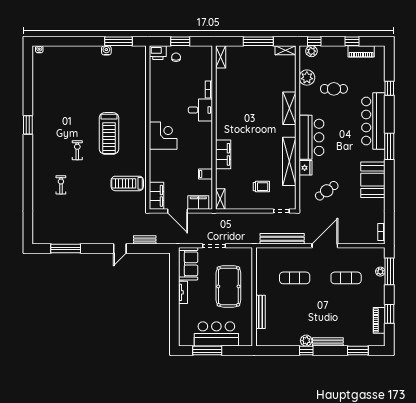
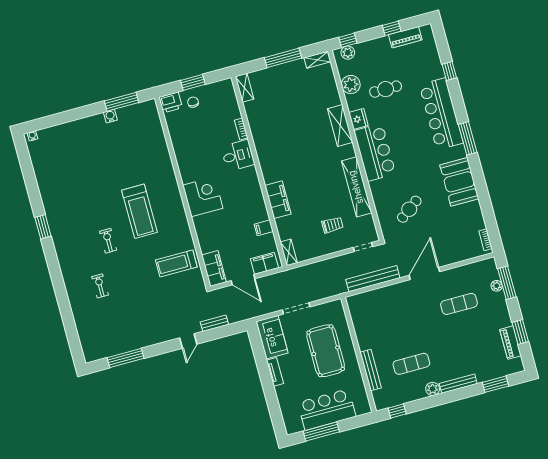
fridge: (306, 168) -> (358, 119), moved
exercise mat: (295, 278) -> (411, 364), moved
window: (306, 351) -> (397, 411), moved

